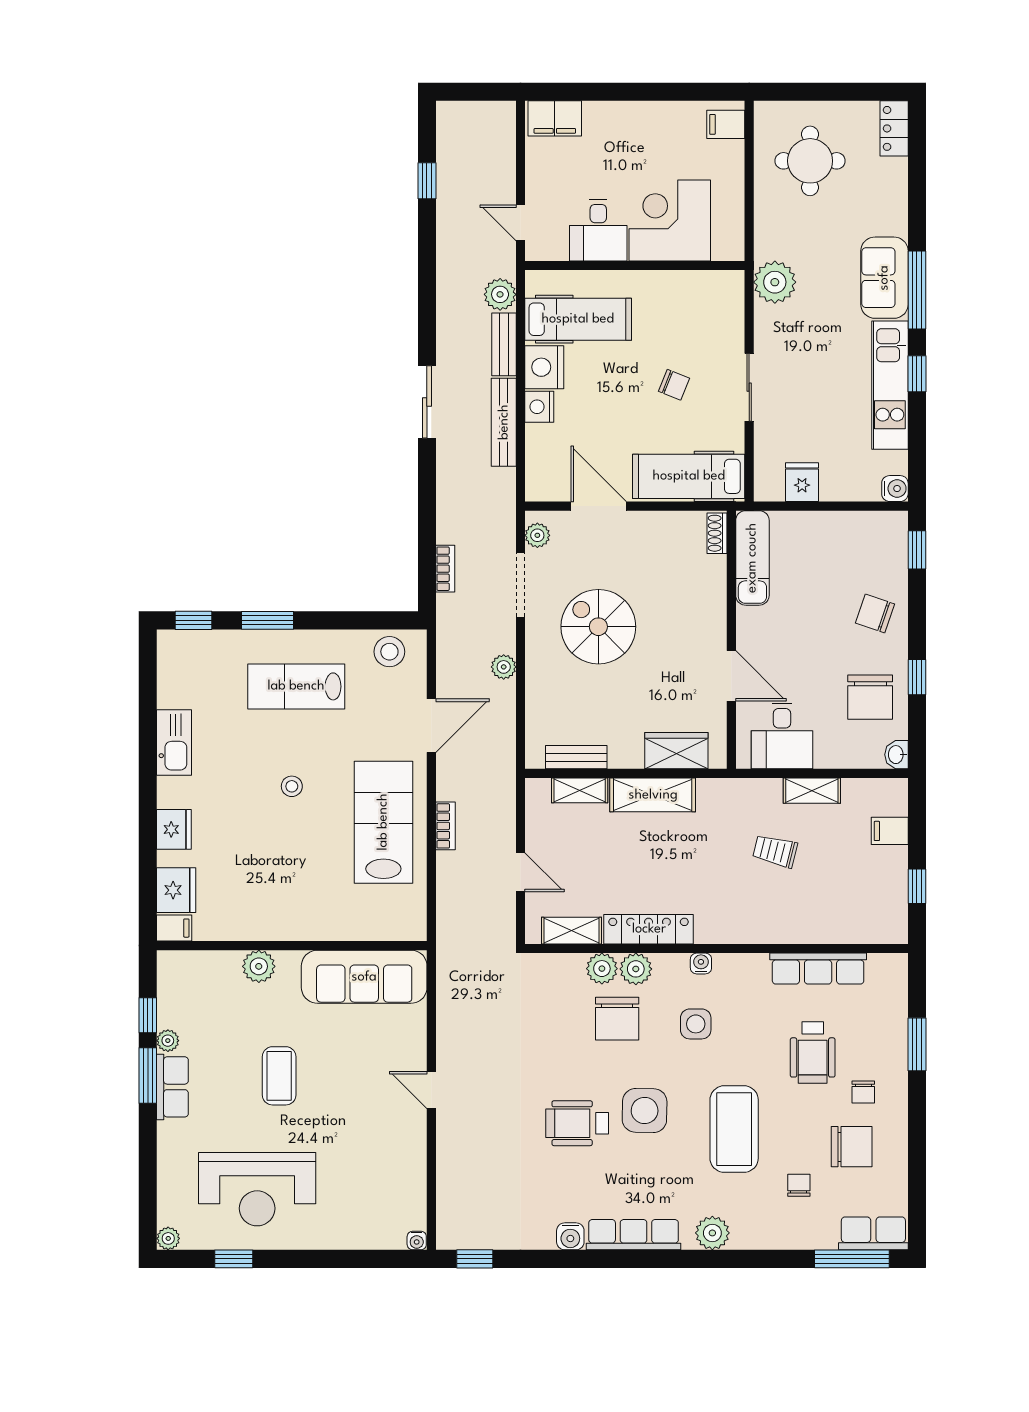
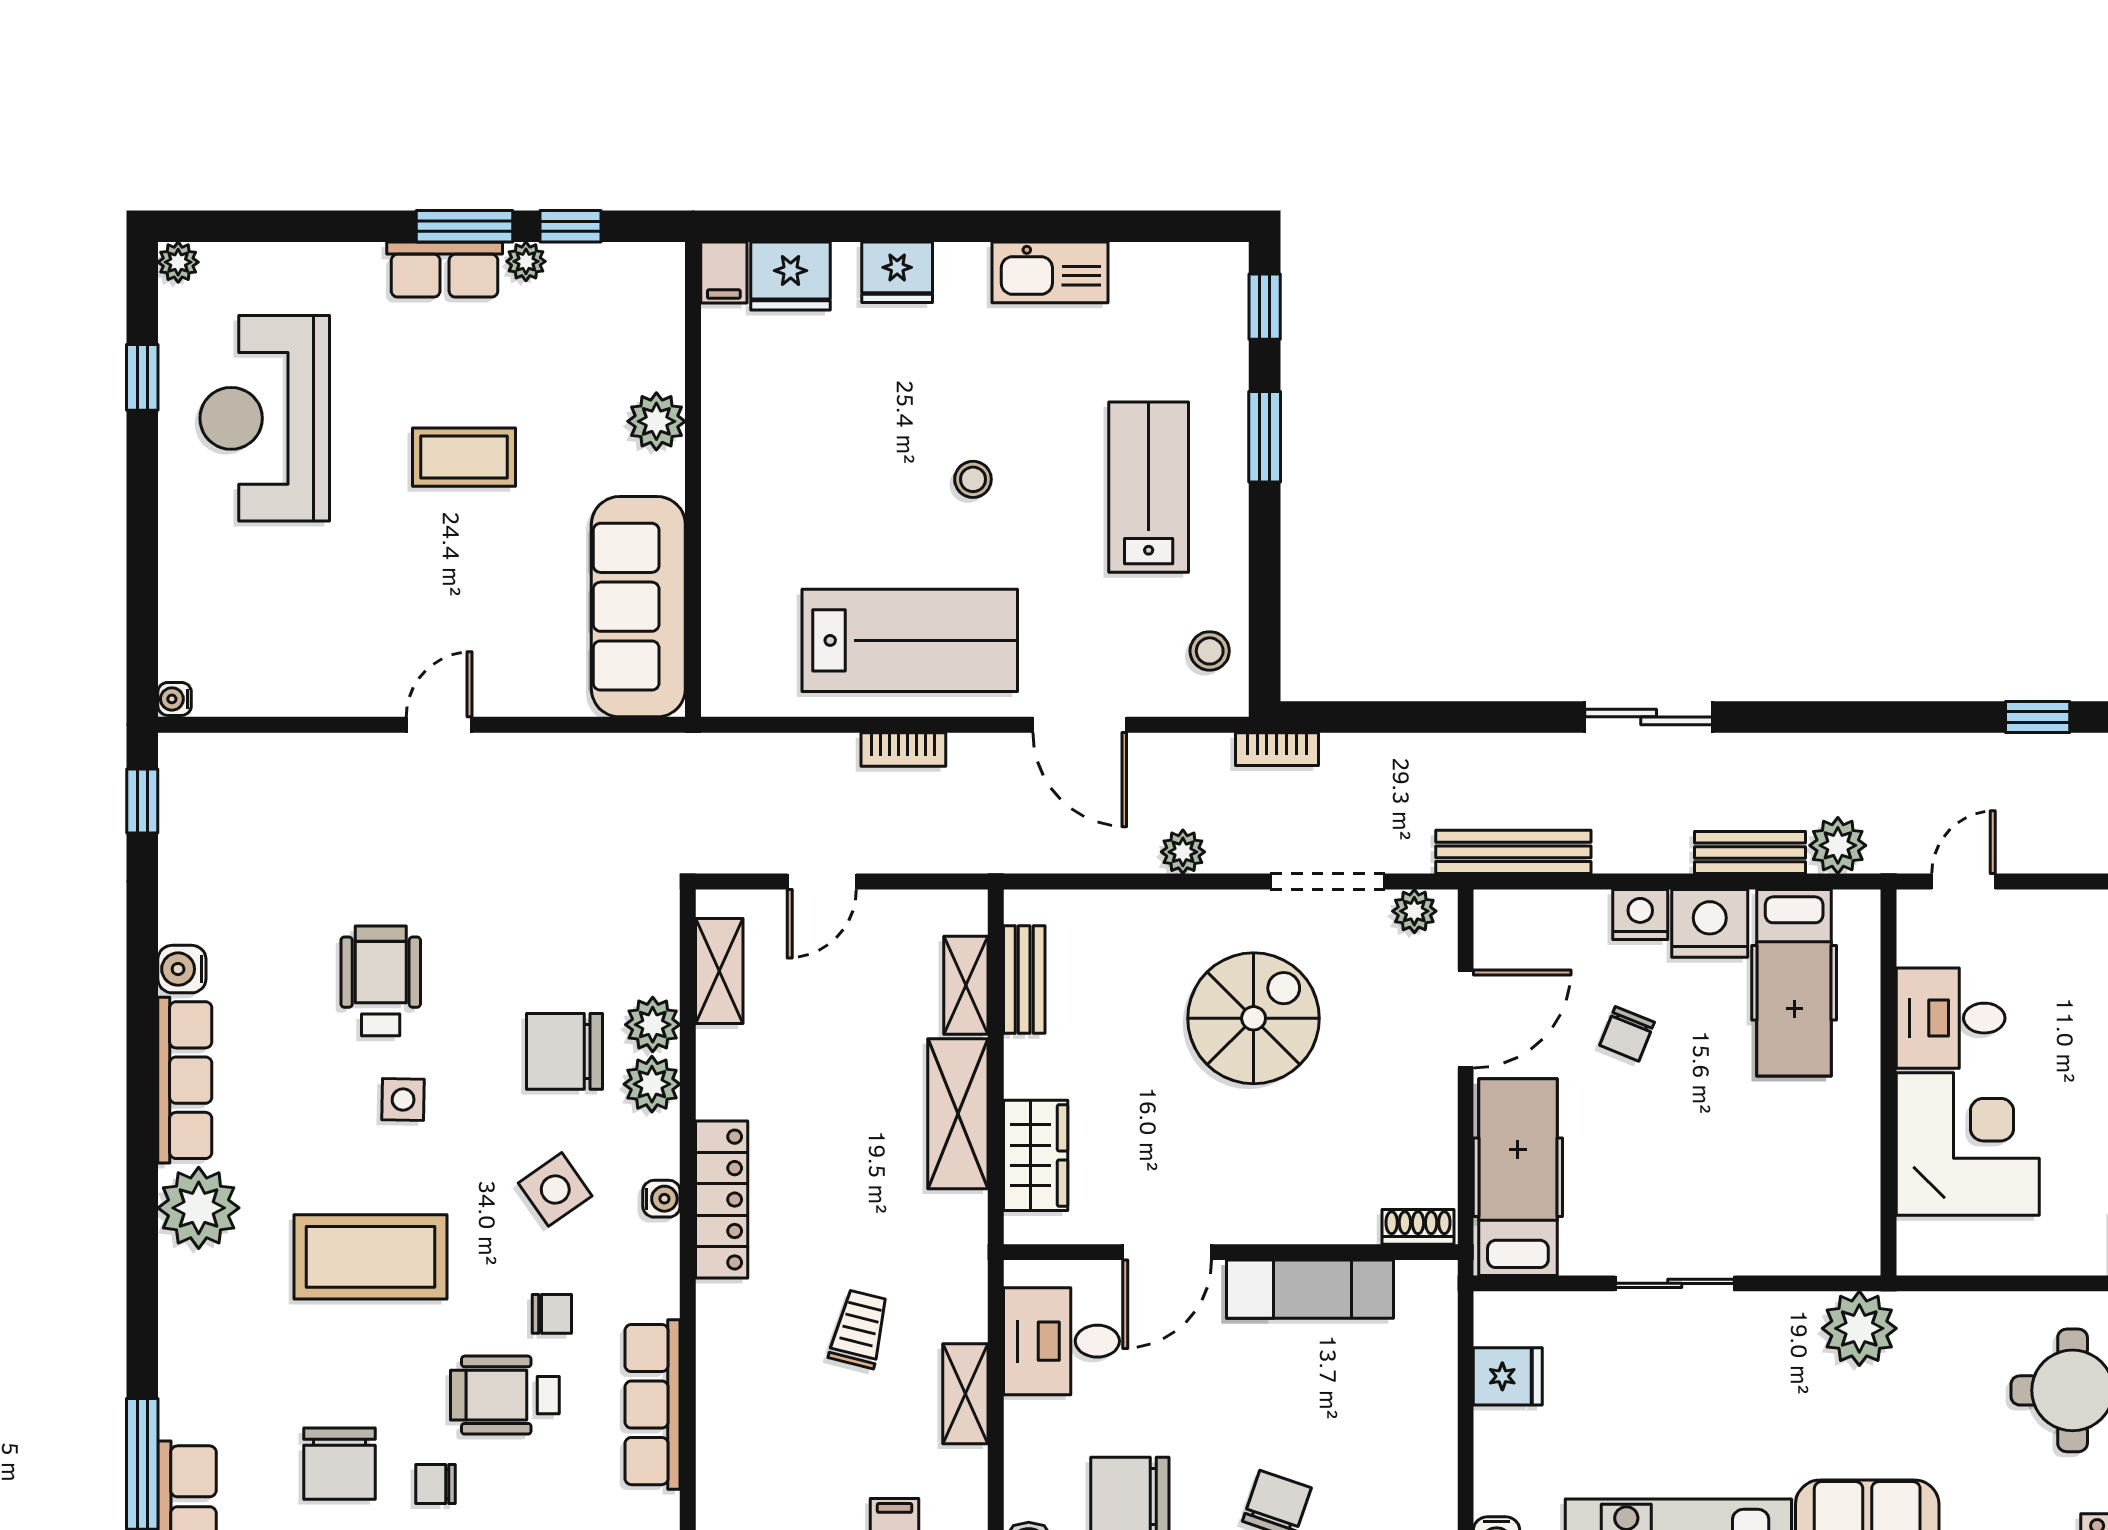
chair: (674, 385) -> (1627, 1034), moved
bench: (504, 422) -> (1513, 852), moved
exam couch: (752, 558) -> (1310, 1289), moved
bookcase: (445, 569) -> (1277, 749), moved
stool: (389, 652) -> (1210, 651), width x0.73, depth x0.73
locker: (649, 929) -> (722, 1200), moved
side table: (696, 1024) -> (555, 1189), turned -35
side table: (645, 1111) -> (403, 1100), width x0.54, depth x0.54
chair: (799, 1185) -> (552, 1314), moved
plant: (712, 1233) -> (199, 1208), width x1.36, depth x1.36

